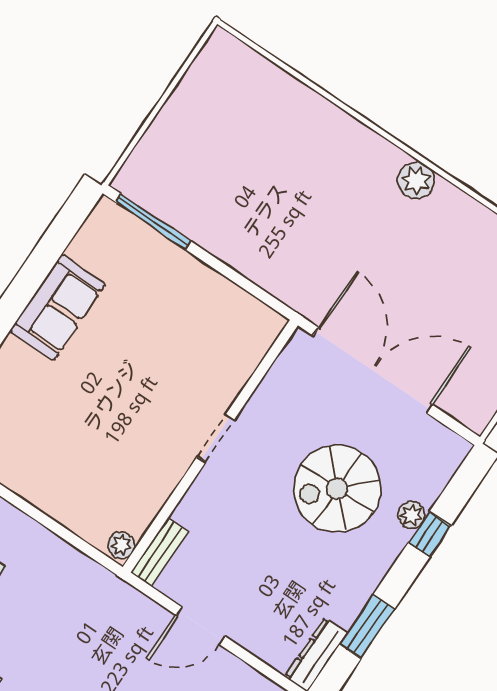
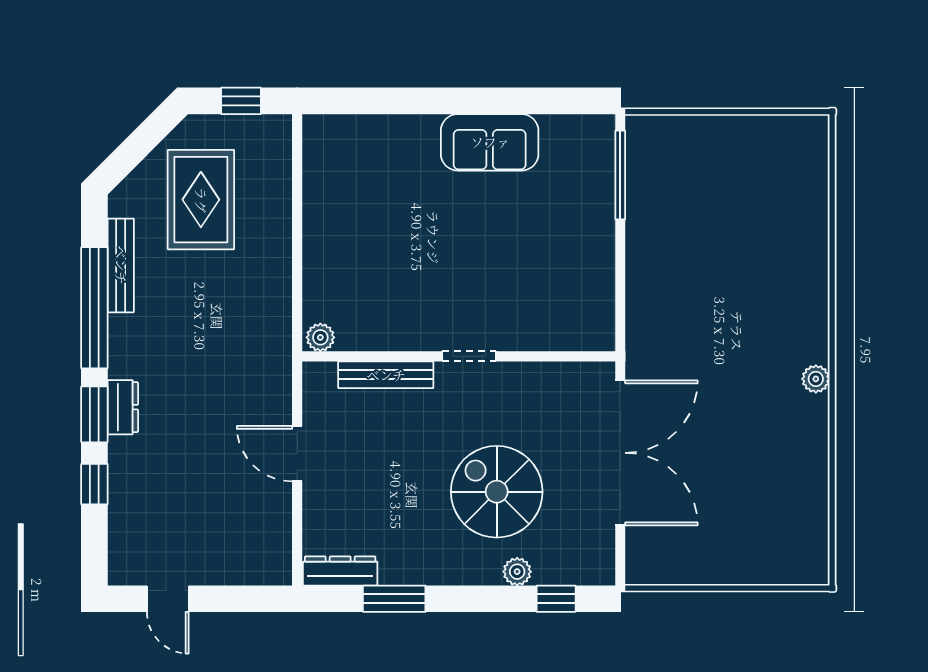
plant: (416, 181) -> (816, 379), width x0.73, depth x0.73
window: (430, 534) -> (556, 599), moved
bench: (160, 552) -> (386, 375), moved, width x1.36

